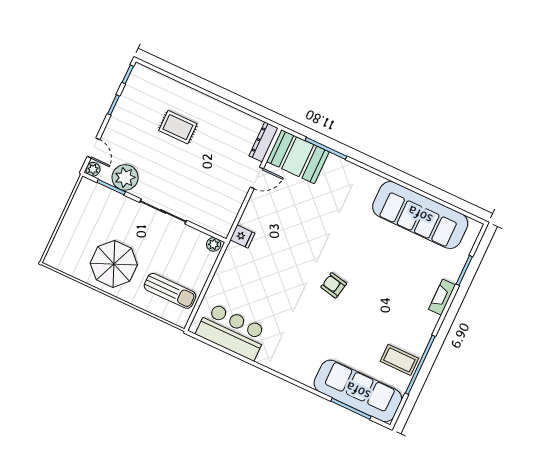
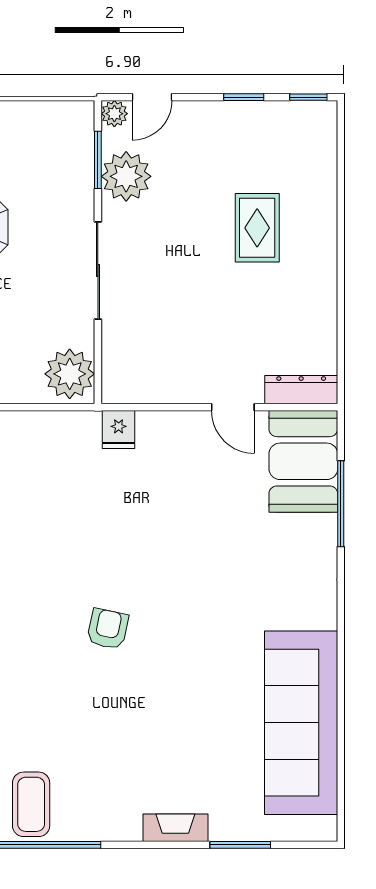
plant: (214, 244) -> (70, 374), width x1.87, depth x1.87

